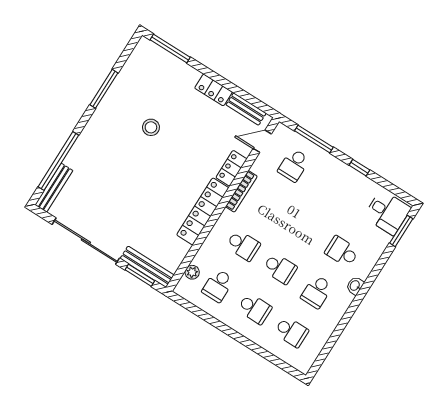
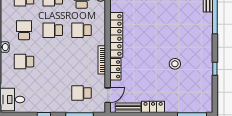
window: (104, 89) -> (215, 69), width x0.46
school desk: (294, 165) -> (82, 93), turned -90
school desk: (342, 252) -> (24, 62), turned 180

